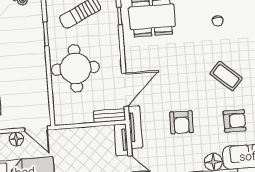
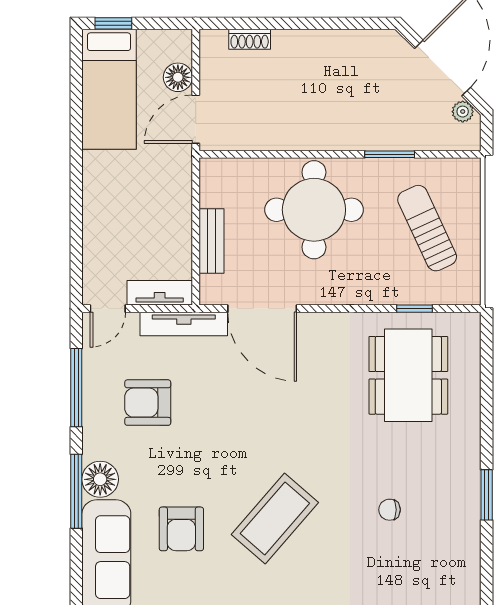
coffee table: (226, 76) -> (275, 518), width x1.36, depth x1.32
bench: (110, 116) -> (212, 241), moved
armchair: (181, 122) -> (148, 403), moved

